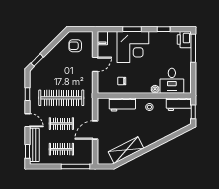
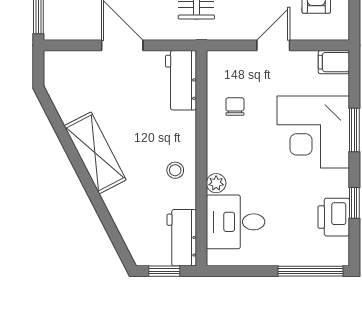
printer: (184, 40) -> (334, 217), moved, turned -90
door: (95, 64) -> (273, 45), swing flipped
workbench: (122, 104) -> (181, 80), moved
shelving: (126, 150) -> (95, 153), moved

